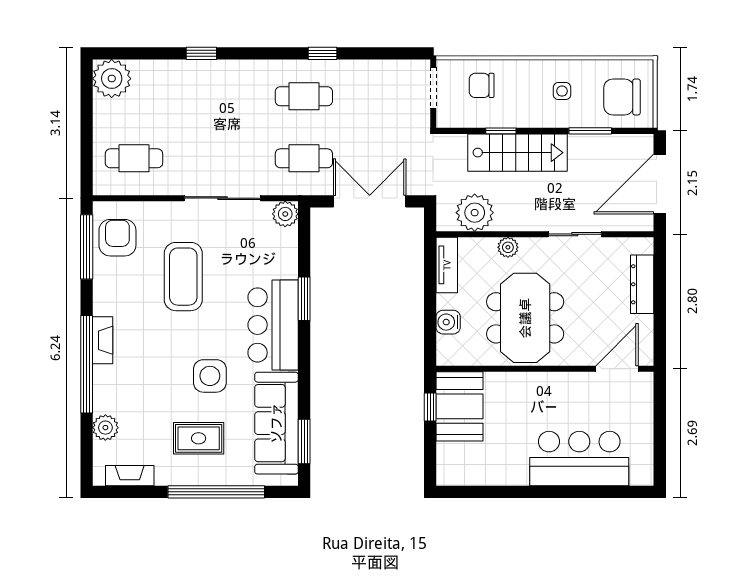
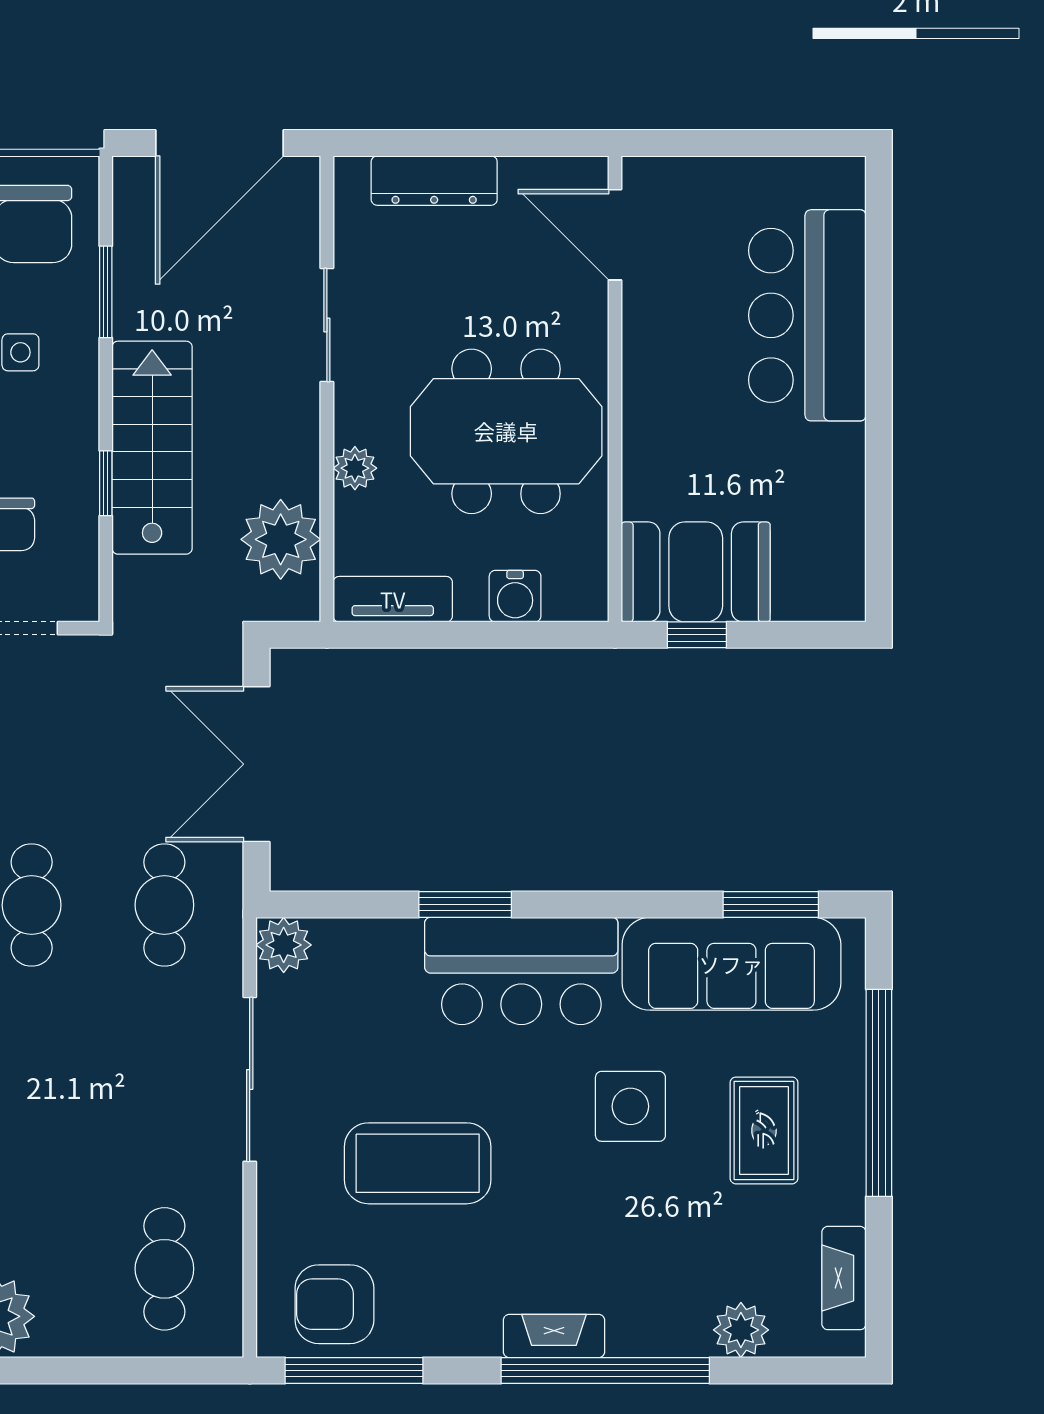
door: (660, 184) -> (219, 143), hinge flipped

